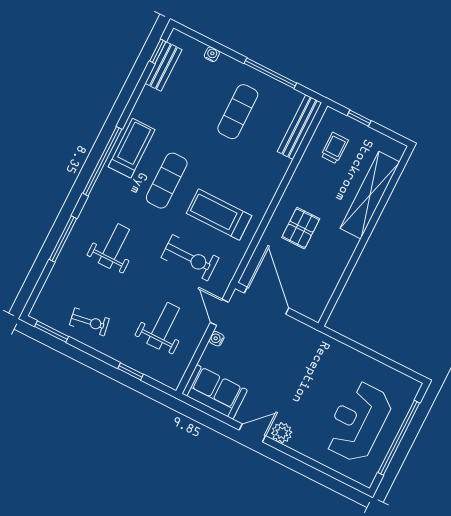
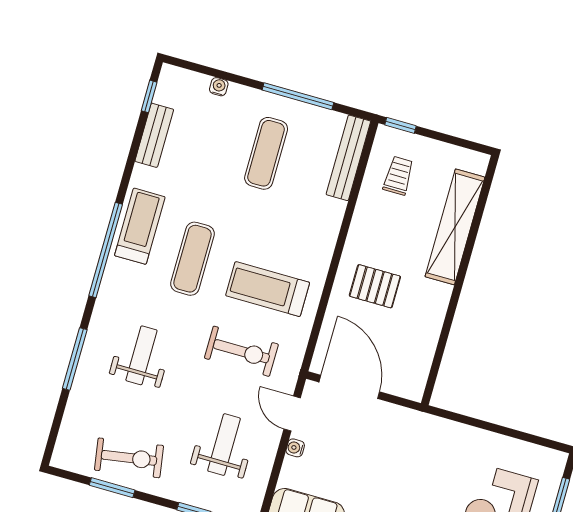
bench: (164, 66) -> (154, 135), moved
window: (359, 118) -> (400, 125), moved
pallet: (301, 228) -> (375, 286), turned 90
exercise bike: (89, 322) -> (129, 458), width x1.38, depth x1.39
window: (52, 331) -> (112, 488), moved

